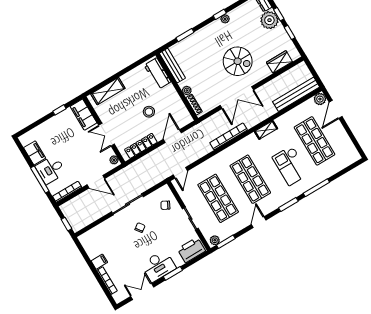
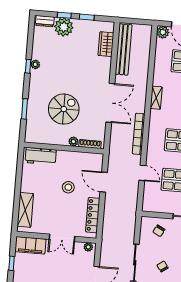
spiral stairs: (238, 61) -> (64, 109), moved
bench: (172, 66) -> (43, 139), removed
bench: (296, 94) -> (124, 49), moved
door: (180, 173) -> (142, 173), moved

